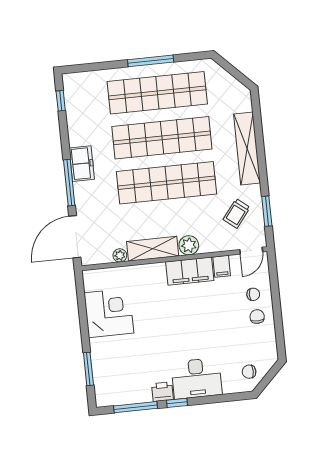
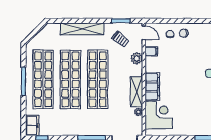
freezer: (82, 164) -> (32, 125), moved, turned 90
plant: (189, 245) -> (137, 58), moved
filing cabinet: (190, 271) -> (152, 87), moved
corner desk: (109, 313) -> (159, 115), moved, turned 90

